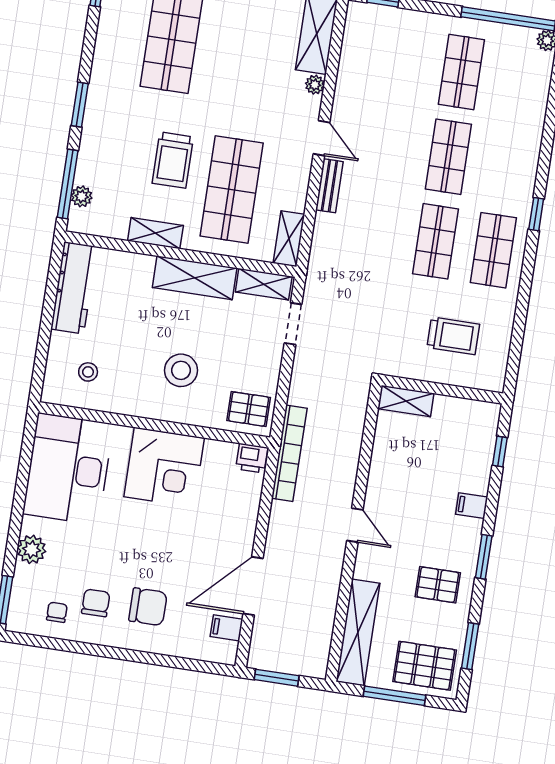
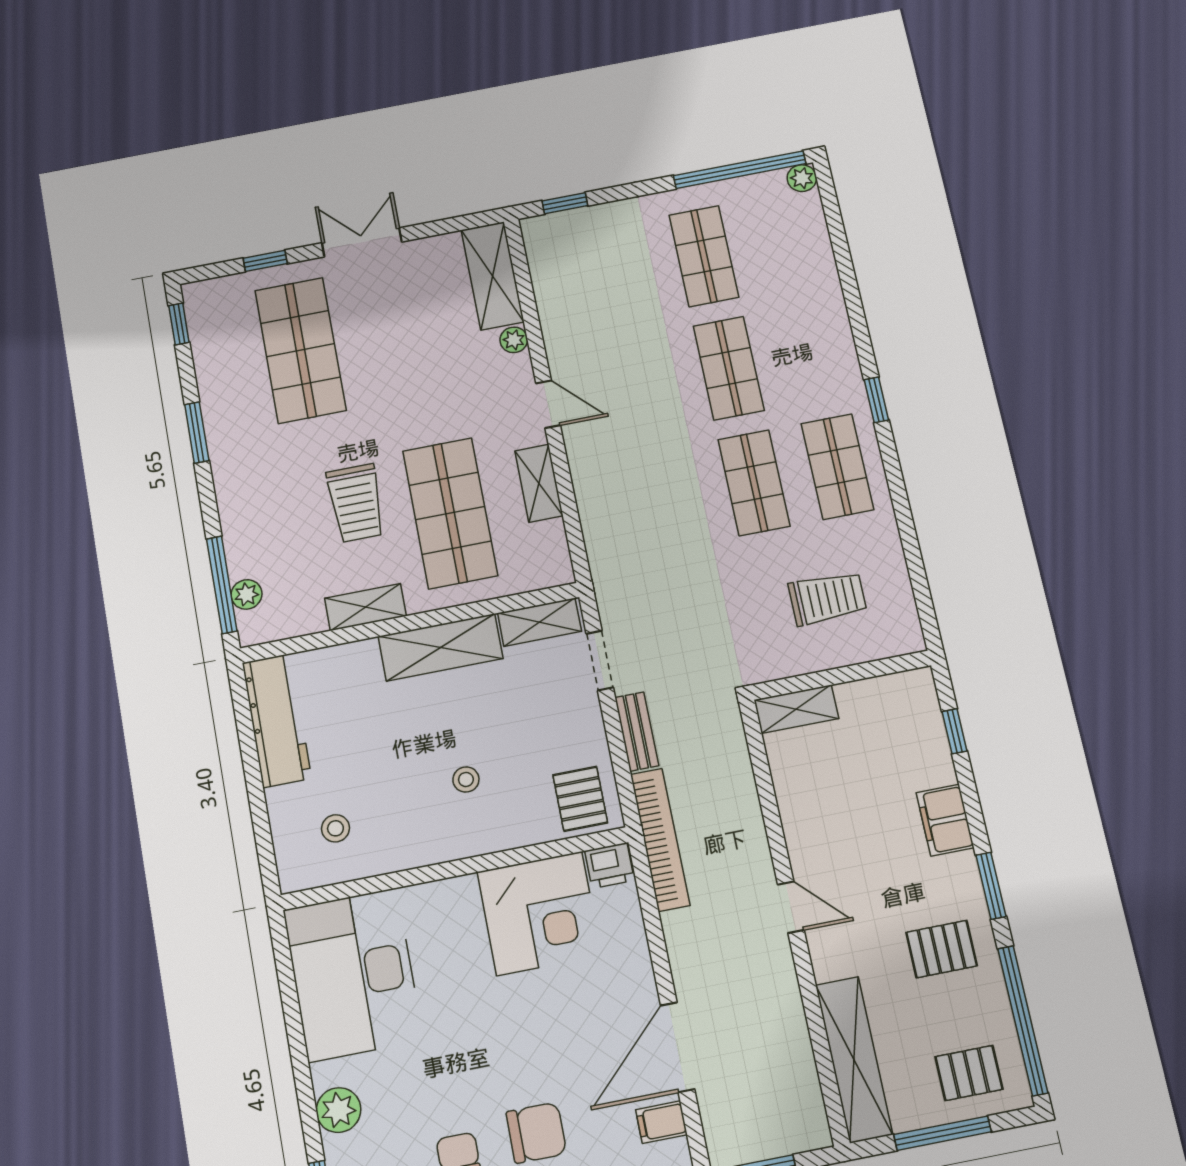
window: (80, 105) -> (197, 432), moved
bench: (329, 186) -> (637, 731), moved
shelving: (289, 239) -> (539, 483), moved
stool: (181, 370) -> (466, 779), width x0.53, depth x0.53
pallet: (249, 409) -> (580, 799), turned 90
corner desk: (164, 467) -> (539, 913), moved
filing cabinet: (472, 506) -> (945, 820), width x2.00
window: (470, 646) -> (1023, 1021), width x2.11
pallet: (425, 666) -> (969, 1073), width x0.67, depth x0.71

